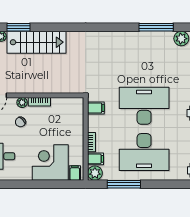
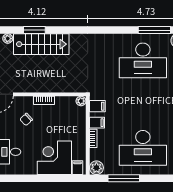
window: (18, 27) -> (34, 30), moved
plant: (22, 102) -> (81, 101), moved
desk: (144, 106) -> (143, 60), moved, turned 180
filing cabinet: (95, 159) -> (97, 123), moved

